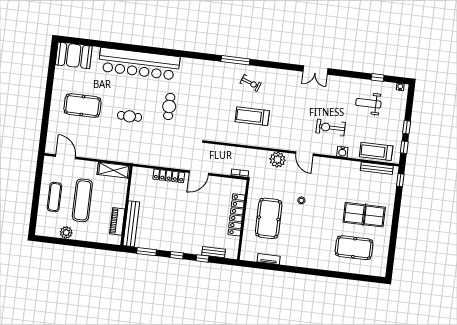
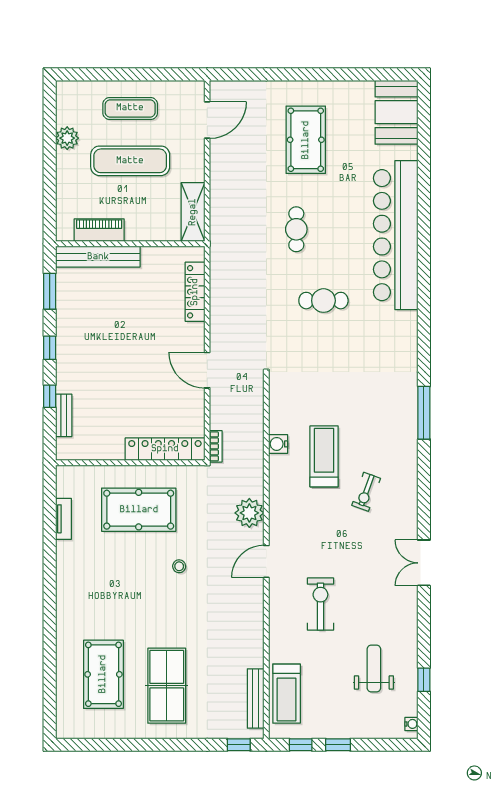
exercise bike: (251, 83) -> (366, 492), moved
treadmill: (376, 151) -> (287, 694), turned 180
water cooler: (342, 152) -> (278, 444), moved
locker: (169, 176) -> (195, 292), moved
locker: (236, 215) -> (165, 449), moved

